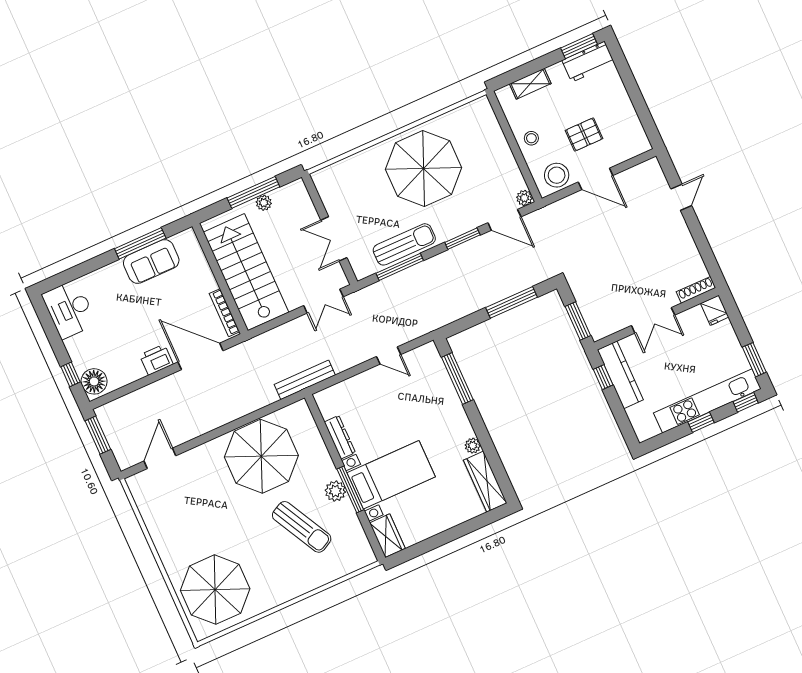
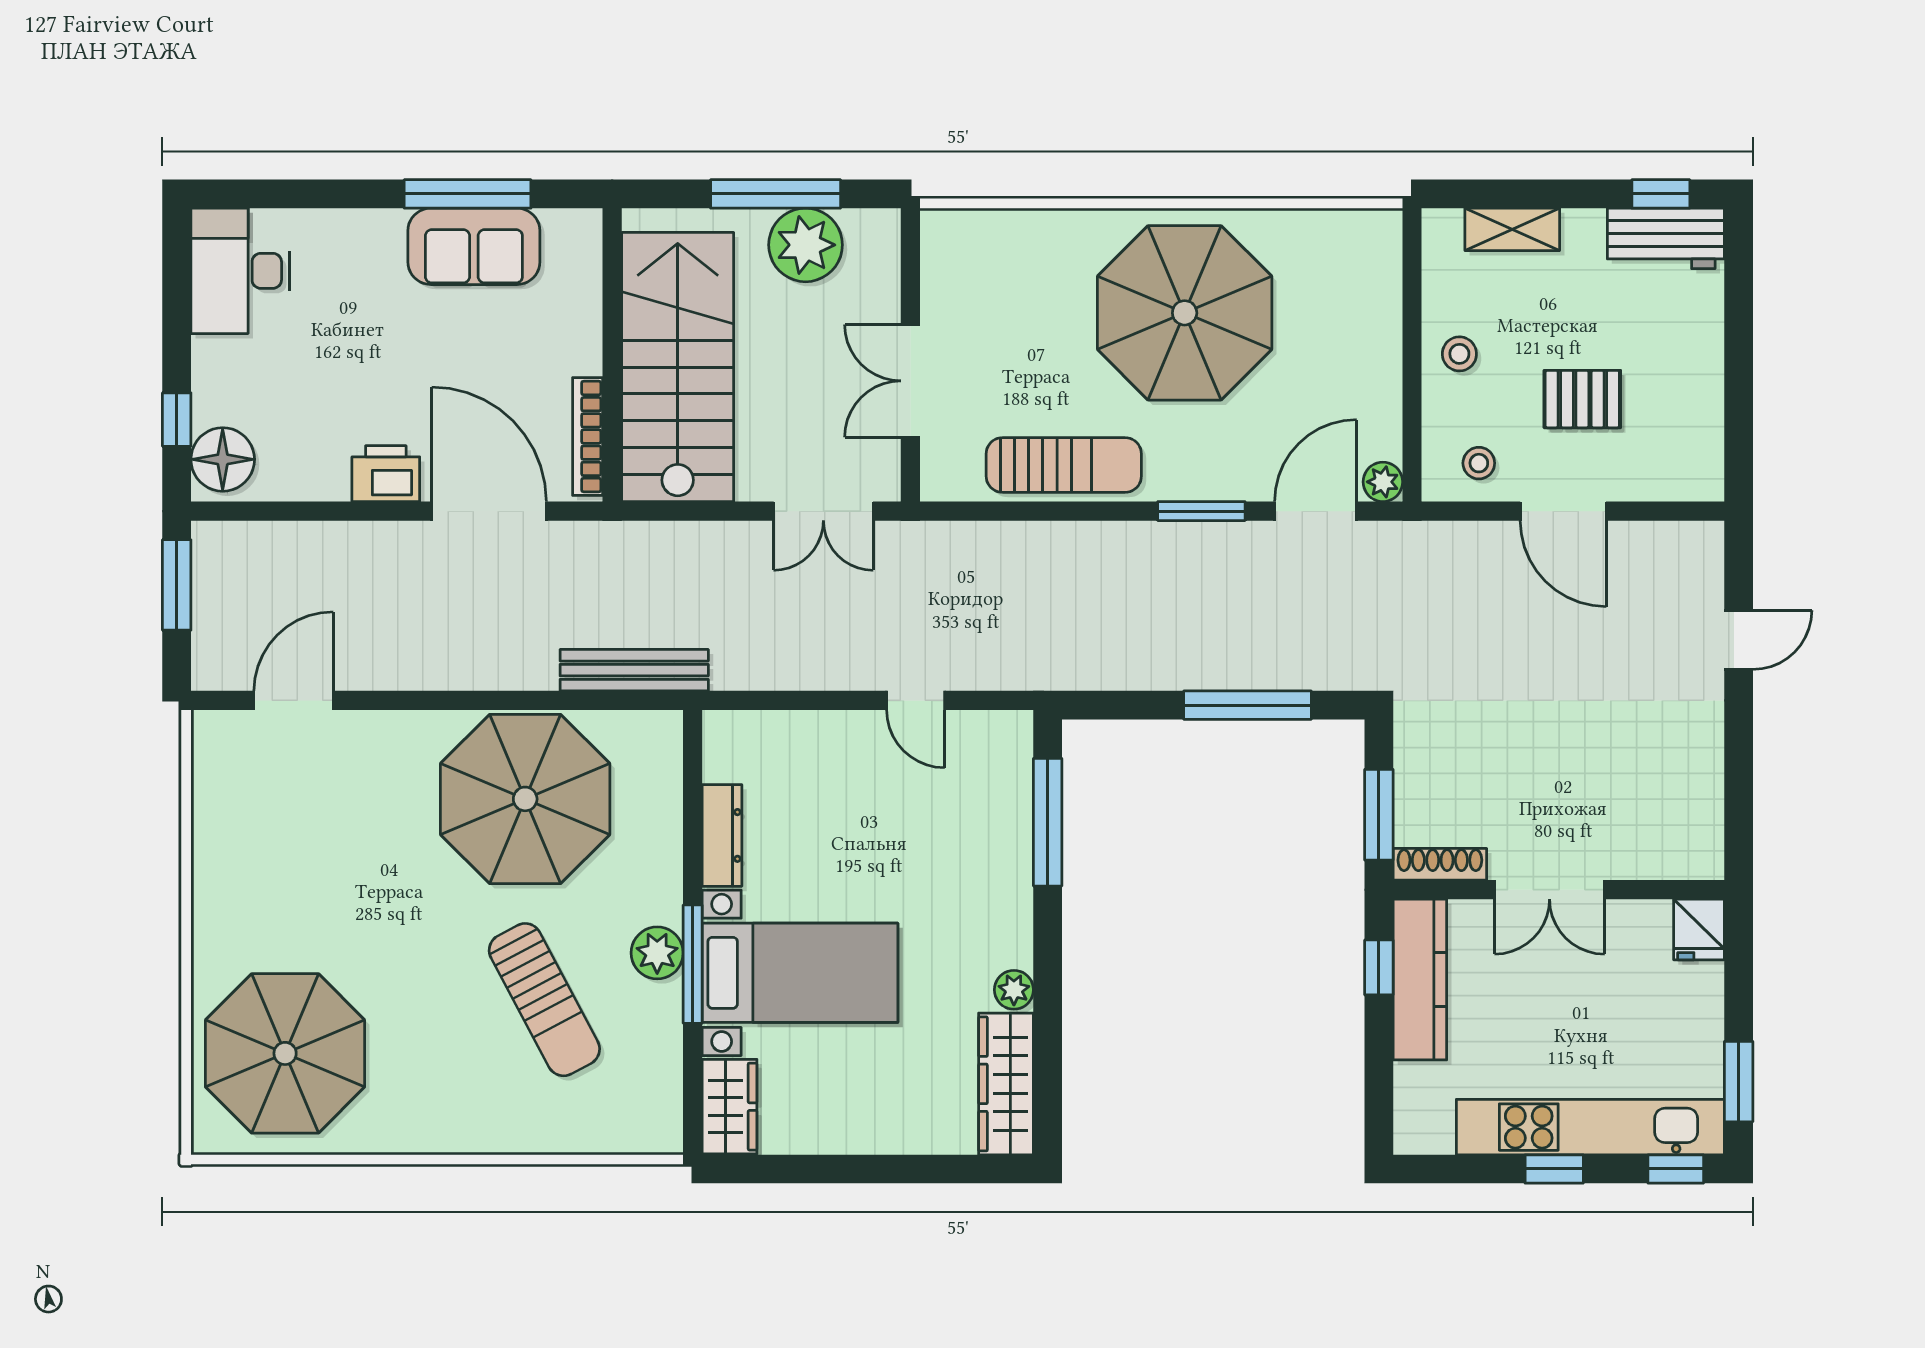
window: (579, 46) -> (1661, 194), width x0.67
stool: (557, 175) -> (1479, 463), width x0.53, depth x0.53
plant: (264, 203) -> (806, 245), width x1.88, depth x1.88
door: (504, 220) -> (1316, 511), swing flipped
window: (400, 267) -> (1031, 511), removed
shoe rack: (696, 290) -> (1440, 864), moved
bench: (305, 380) -> (634, 670), moved

